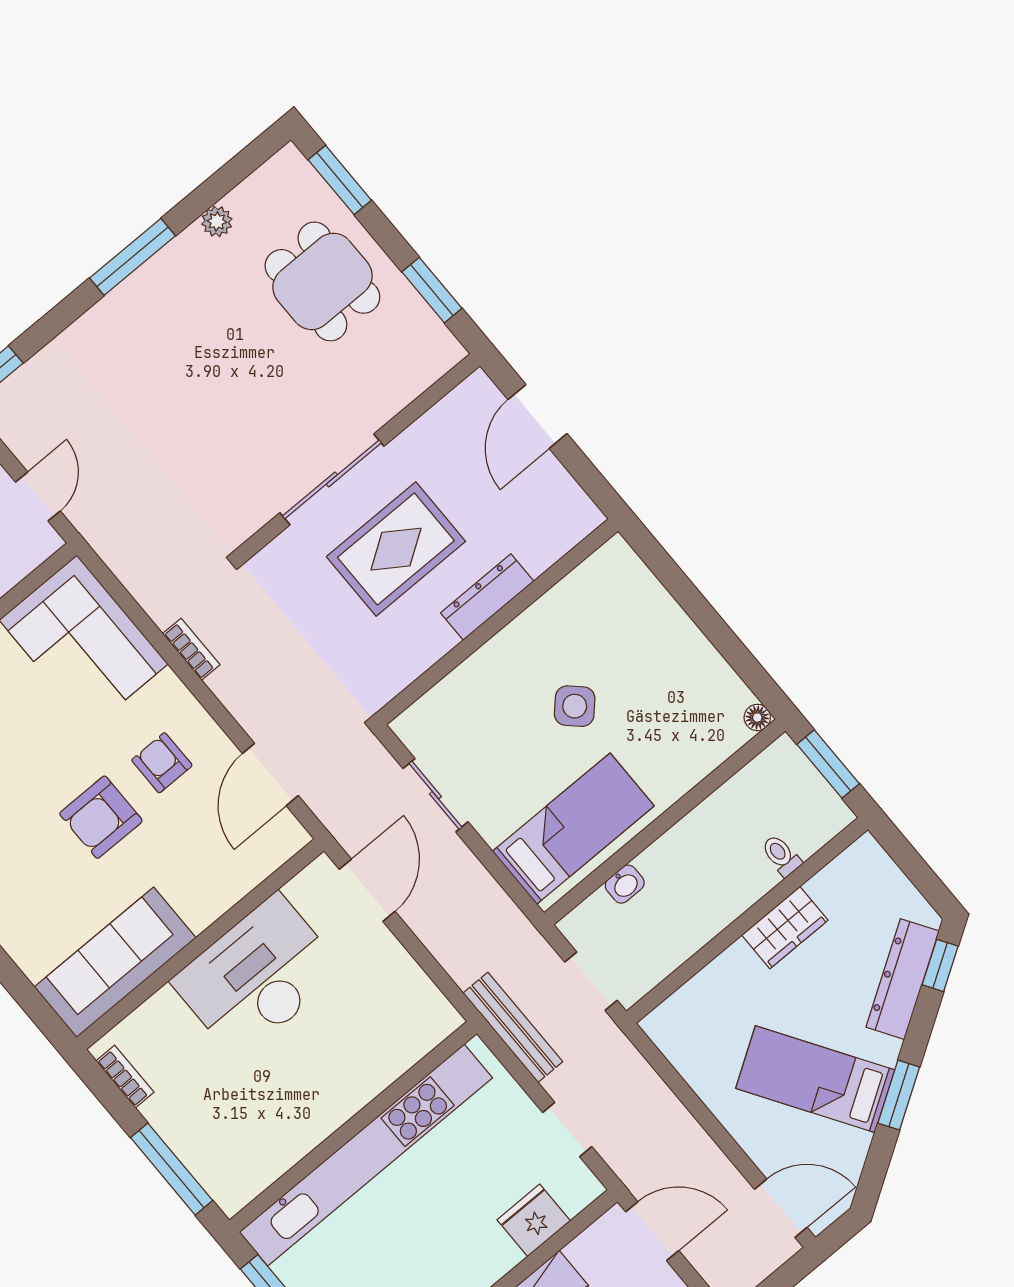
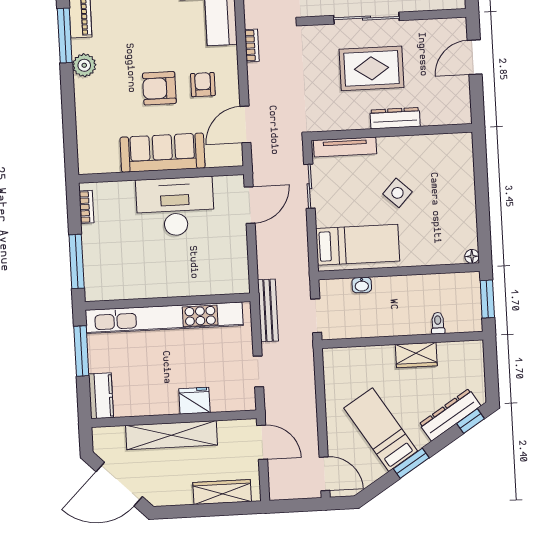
tv unit: (445, 696) -> (345, 147), added
sofa: (115, 962) -> (162, 153), moved
fridge: (534, 1220) -> (194, 401), moved

